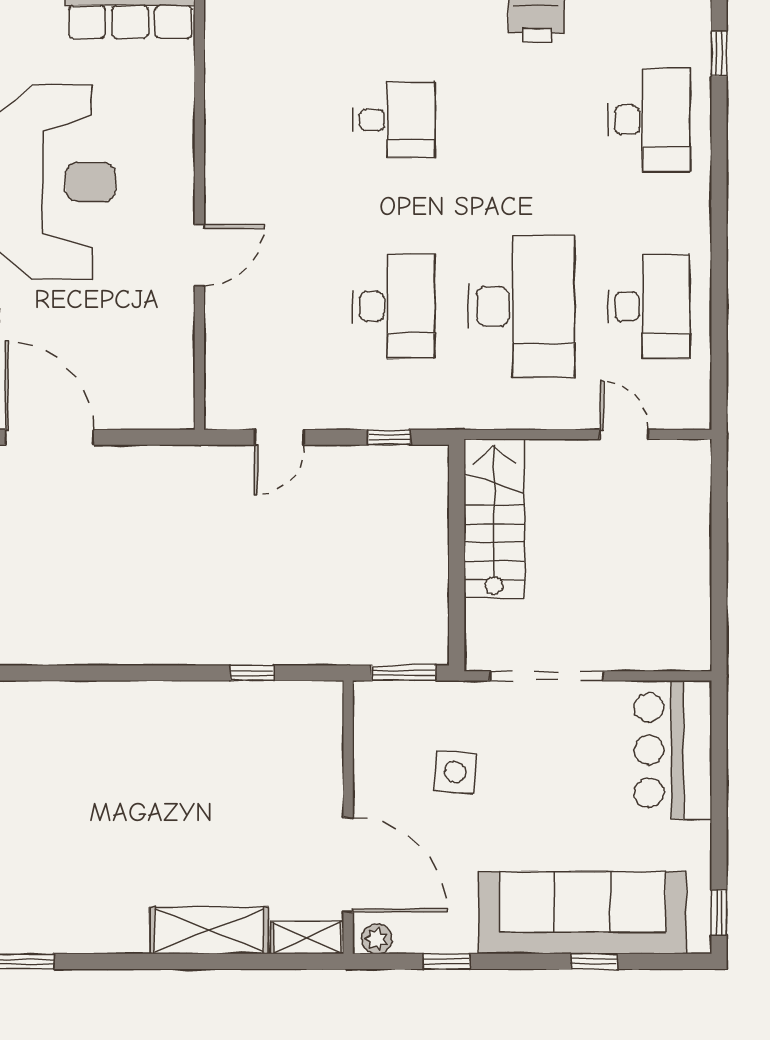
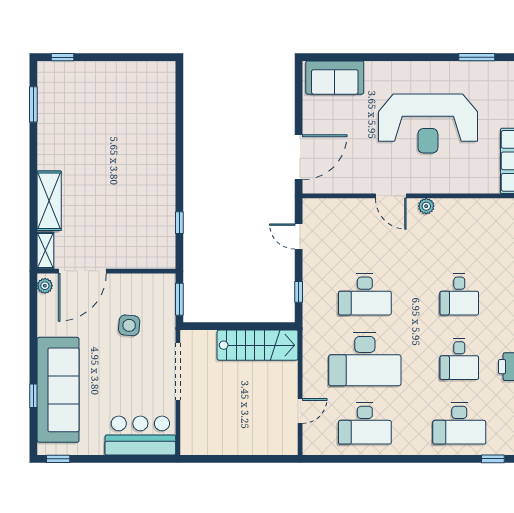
desk: (522, 120) -> (459, 359), added
plant: (220, 185) -> (426, 206), added
door: (49, 437) -> (299, 157), moved
window: (447, 961) -> (33, 321), removed

